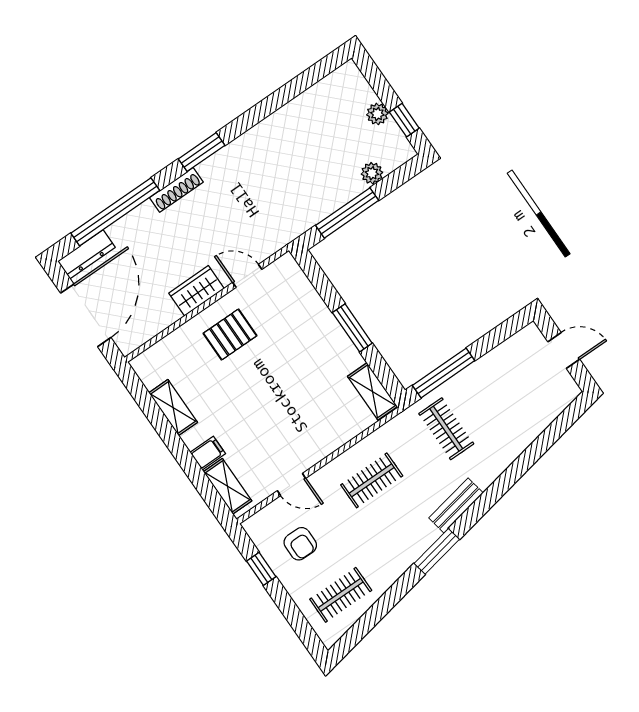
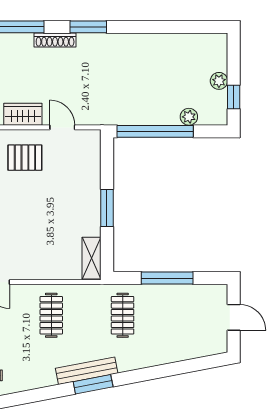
window: (347, 213) -> (155, 131), width x1.46
window: (444, 373) -> (167, 278), moved
clothes rail: (372, 480) -> (51, 315), turned 90
bench: (456, 505) -> (87, 371), width x1.36
window: (437, 551) -> (93, 384), moved

